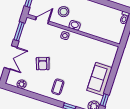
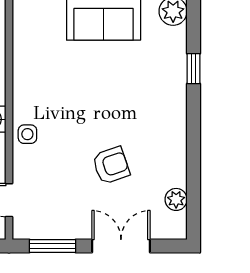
coffee table: (58, 87) -> (155, 112), removed

